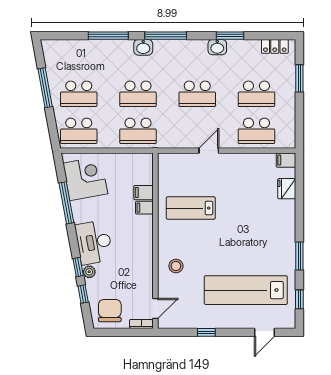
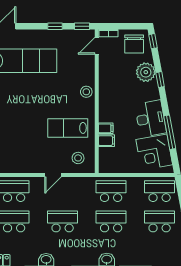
stool: (178, 171) -> (78, 158), added
lab bench: (191, 208) -> (68, 128), turned 180
desk: (94, 242) -> (151, 119), moved
stool: (176, 266) -> (86, 92), moved
plant: (89, 272) -> (146, 72), width x1.87, depth x1.87
window: (83, 294) -> (153, 41), moved
window: (173, 332) -> (82, 26), added

